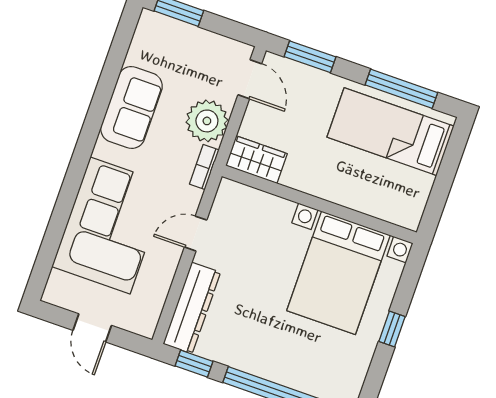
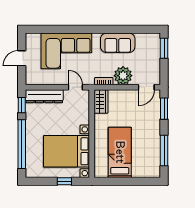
bed: (390, 132) -> (120, 152), moved
wardrobe: (256, 160) -> (101, 101), moved
wall: (319, 204) -> (92, 134), moved
bed with nightstands: (338, 273) -> (66, 151), moved

